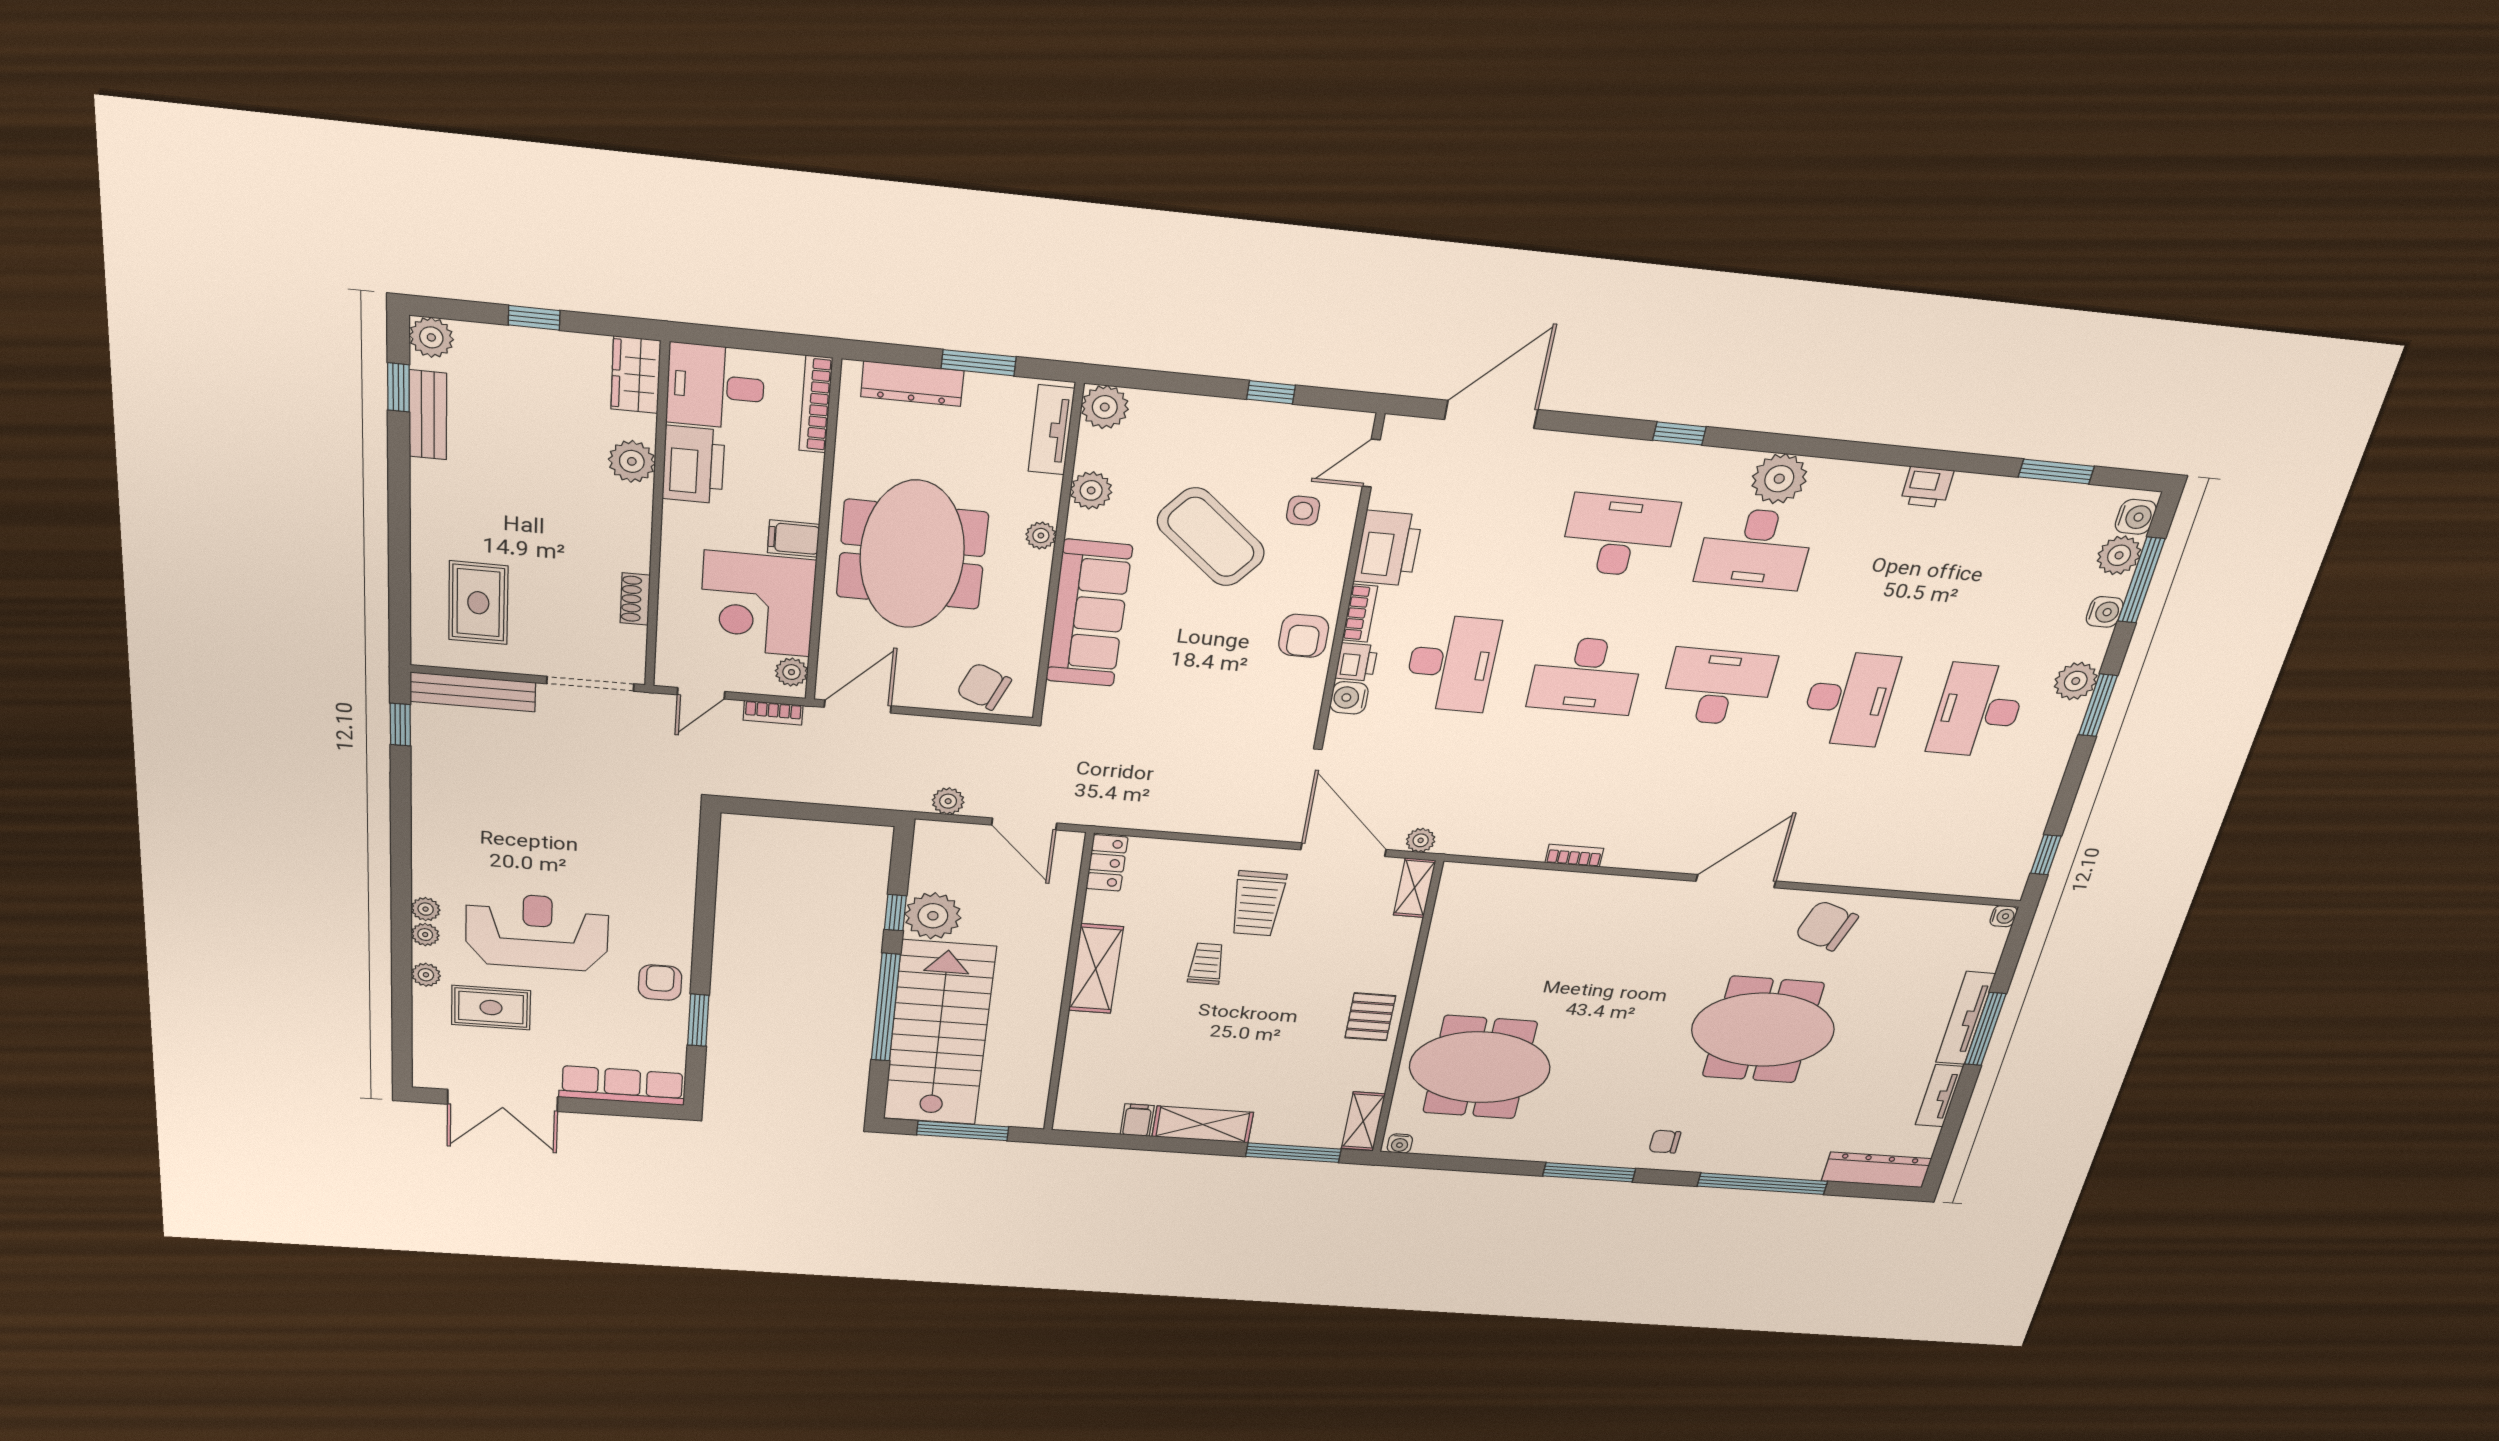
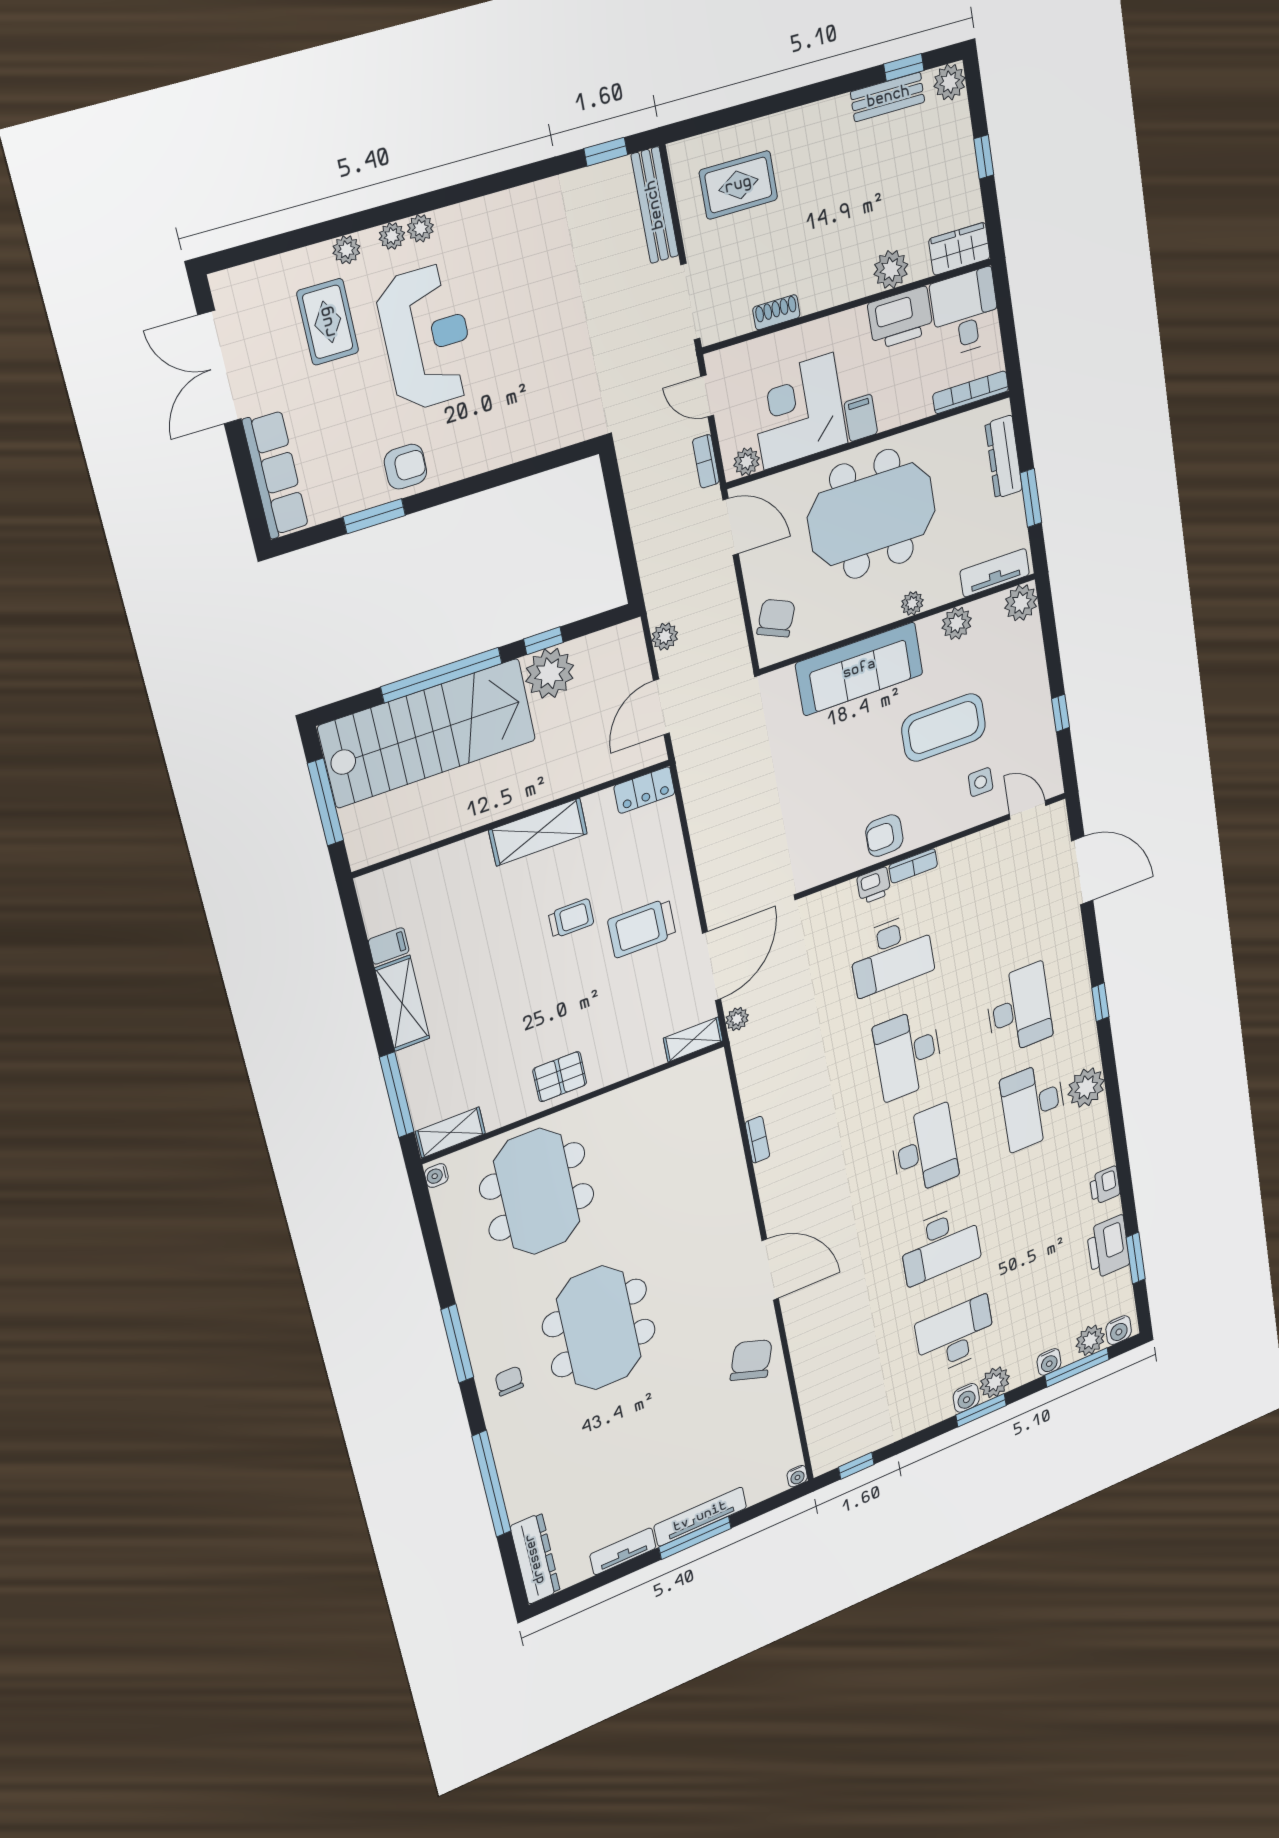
coffee table: (1211, 537) -> (944, 727), turned 50
printer: (1388, 548) -> (1108, 1247), moved, turned 90
water cooler: (1349, 698) -> (966, 1398), moved, turned 180
meeting table: (1763, 1030) -> (599, 1328), moved

